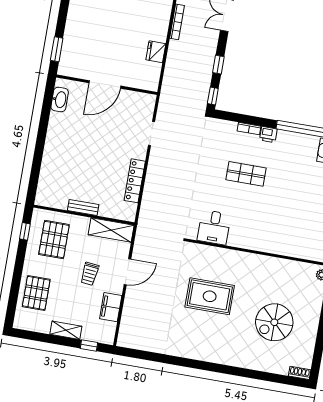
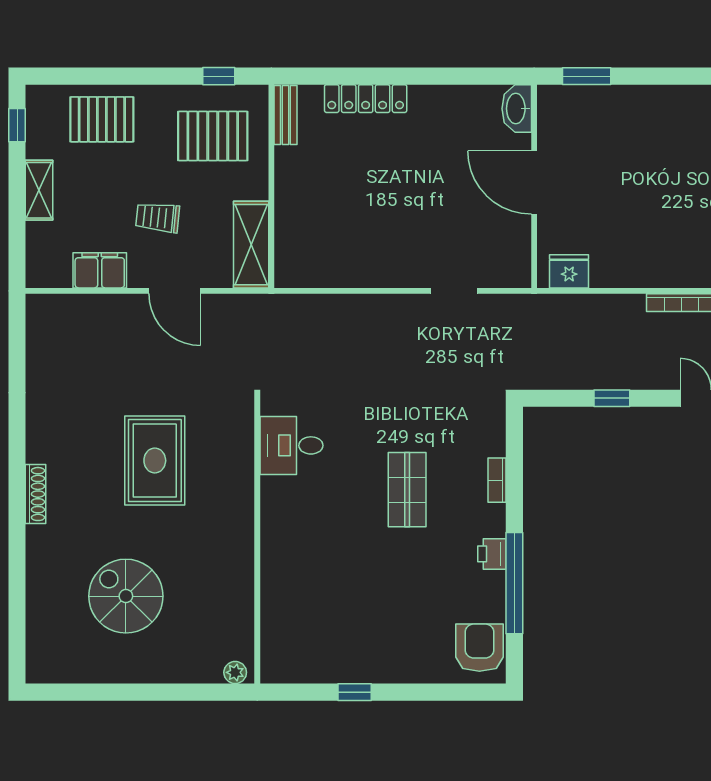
fridge: (156, 52) -> (569, 271), moved
window: (213, 96) -> (548, 398), removed
washbasin: (60, 99) -> (517, 109), moved, turned 90
printer: (268, 135) -> (492, 554), moved
locker: (135, 181) -> (366, 99), moved, turned 180
bench: (83, 208) -> (285, 115), moved
window: (89, 346) -> (17, 125), moved
shoe rack: (300, 373) -> (36, 494), moved, width x1.43

